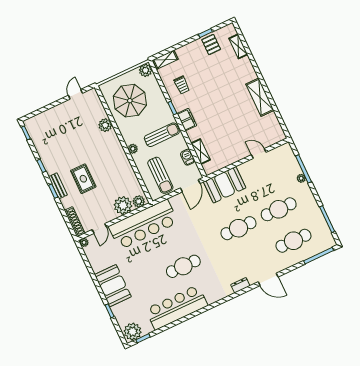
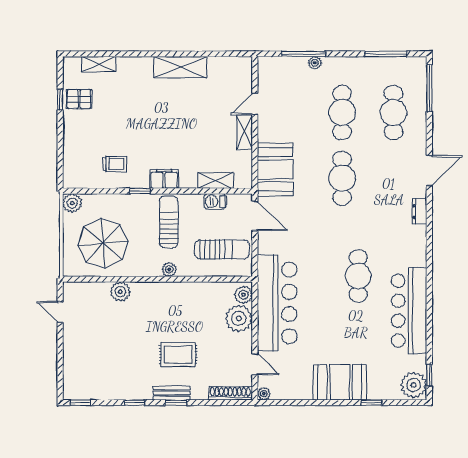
shelving: (165, 60) -> (245, 132), moved

